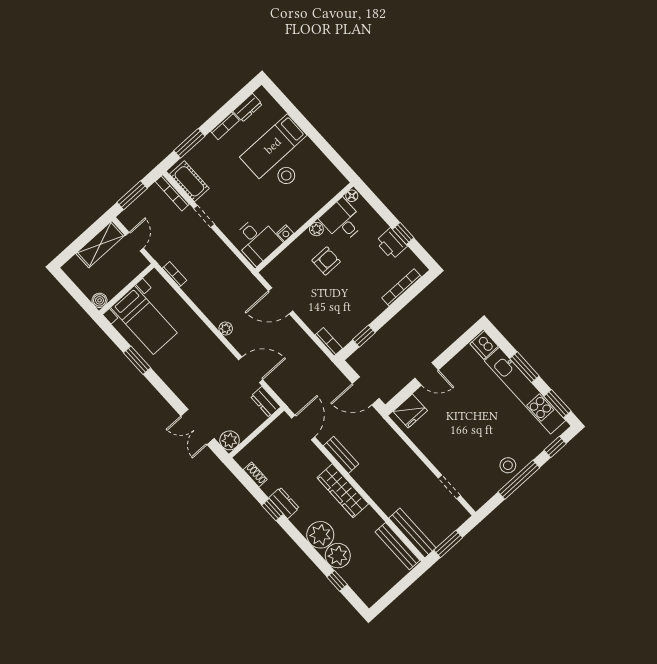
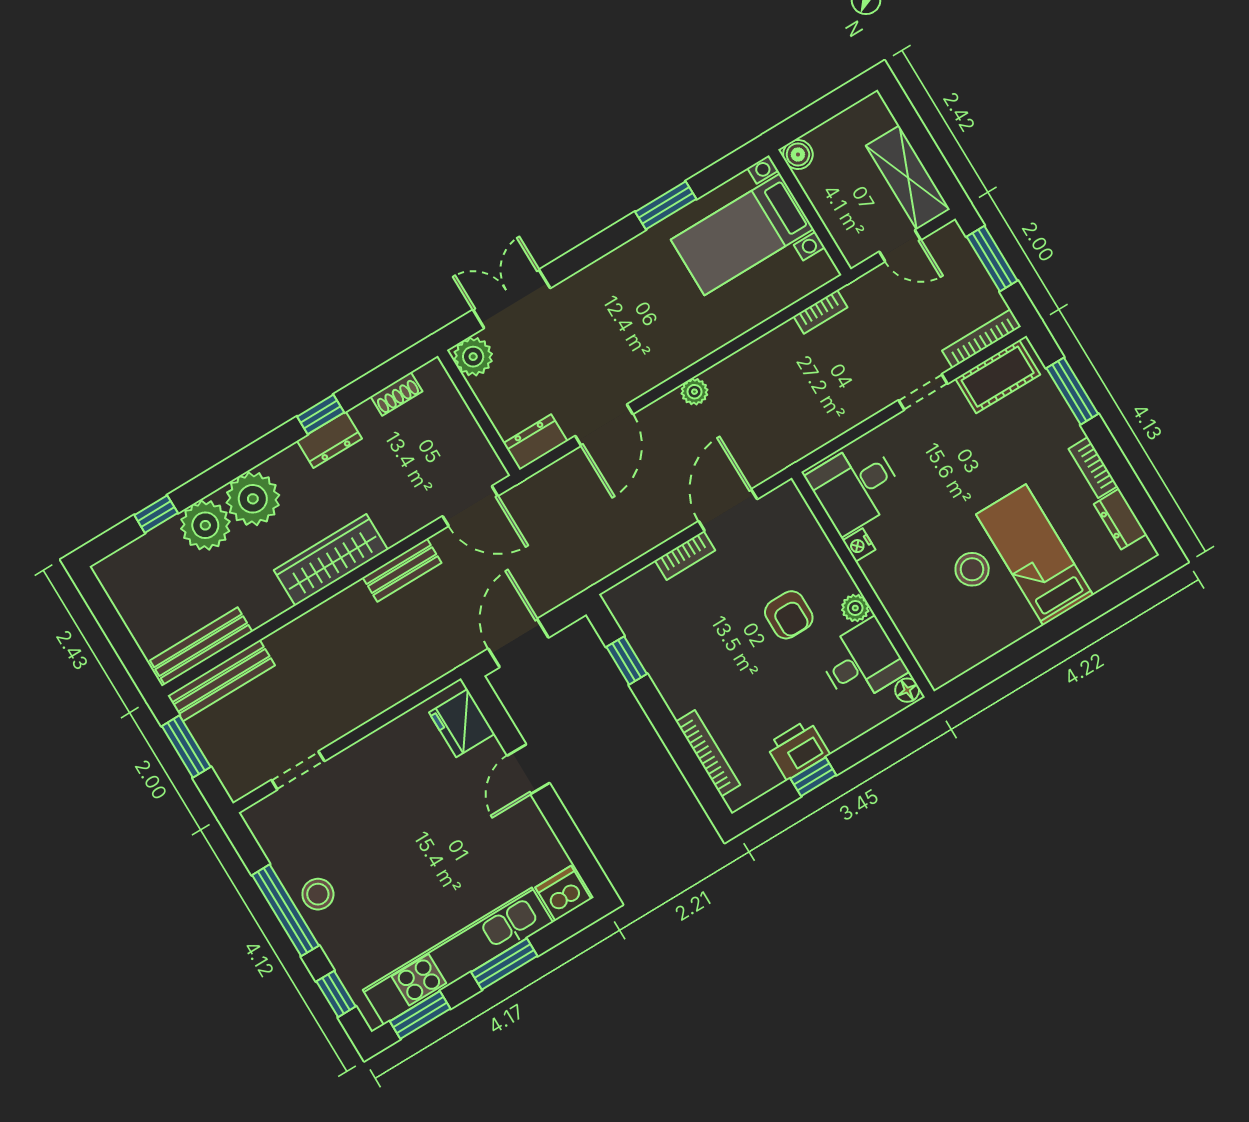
bookcase: (329, 342) -> (685, 555), moved

